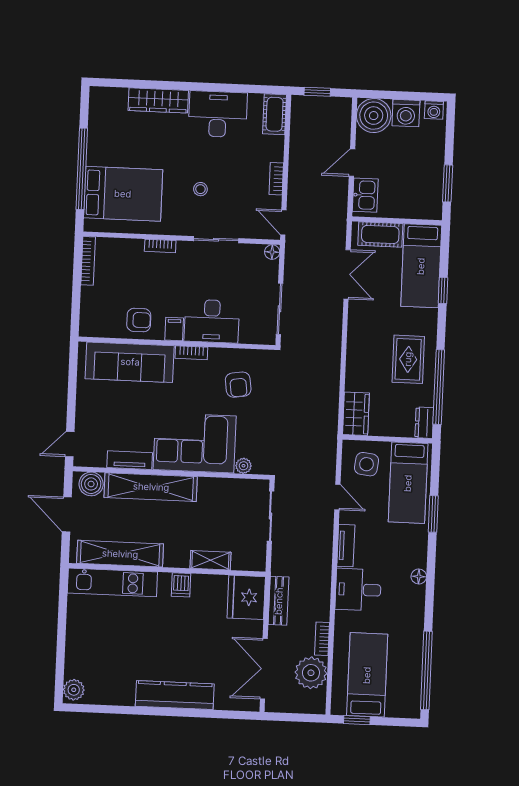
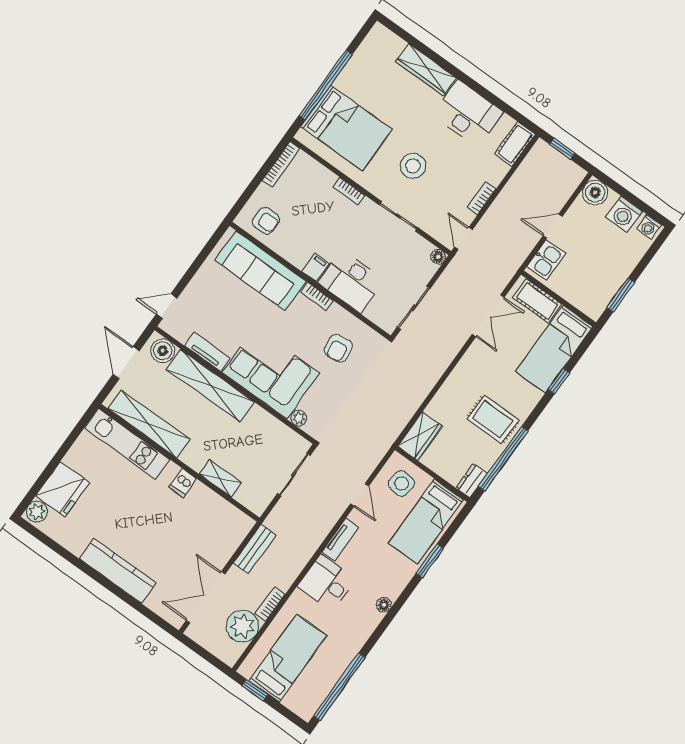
boiler: (374, 116) -> (595, 192), width x0.73, depth x0.73
stool: (200, 189) -> (413, 166), width x1.89, depth x1.89
armchair: (139, 320) -> (266, 221), moved
rug: (408, 359) -> (493, 419), turned 90
fridge: (246, 597) -> (63, 489), moved, turned 180

